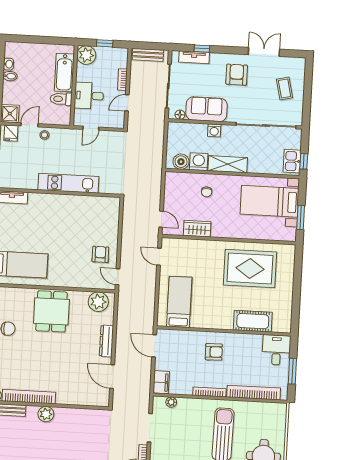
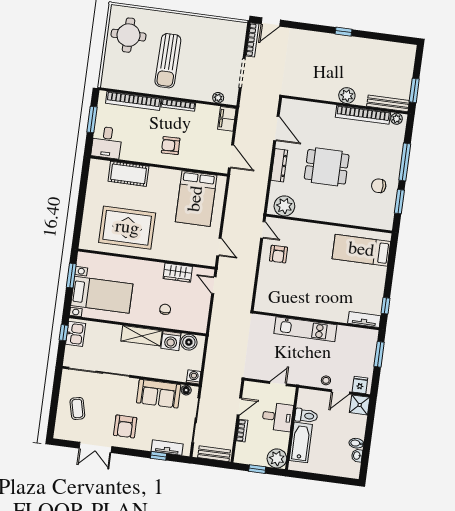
washing machine: (214, 130) -> (194, 377), moved
bed: (179, 302) -> (196, 199), width x1.50
dining table: (51, 311) -> (327, 167), moved, turned 90

